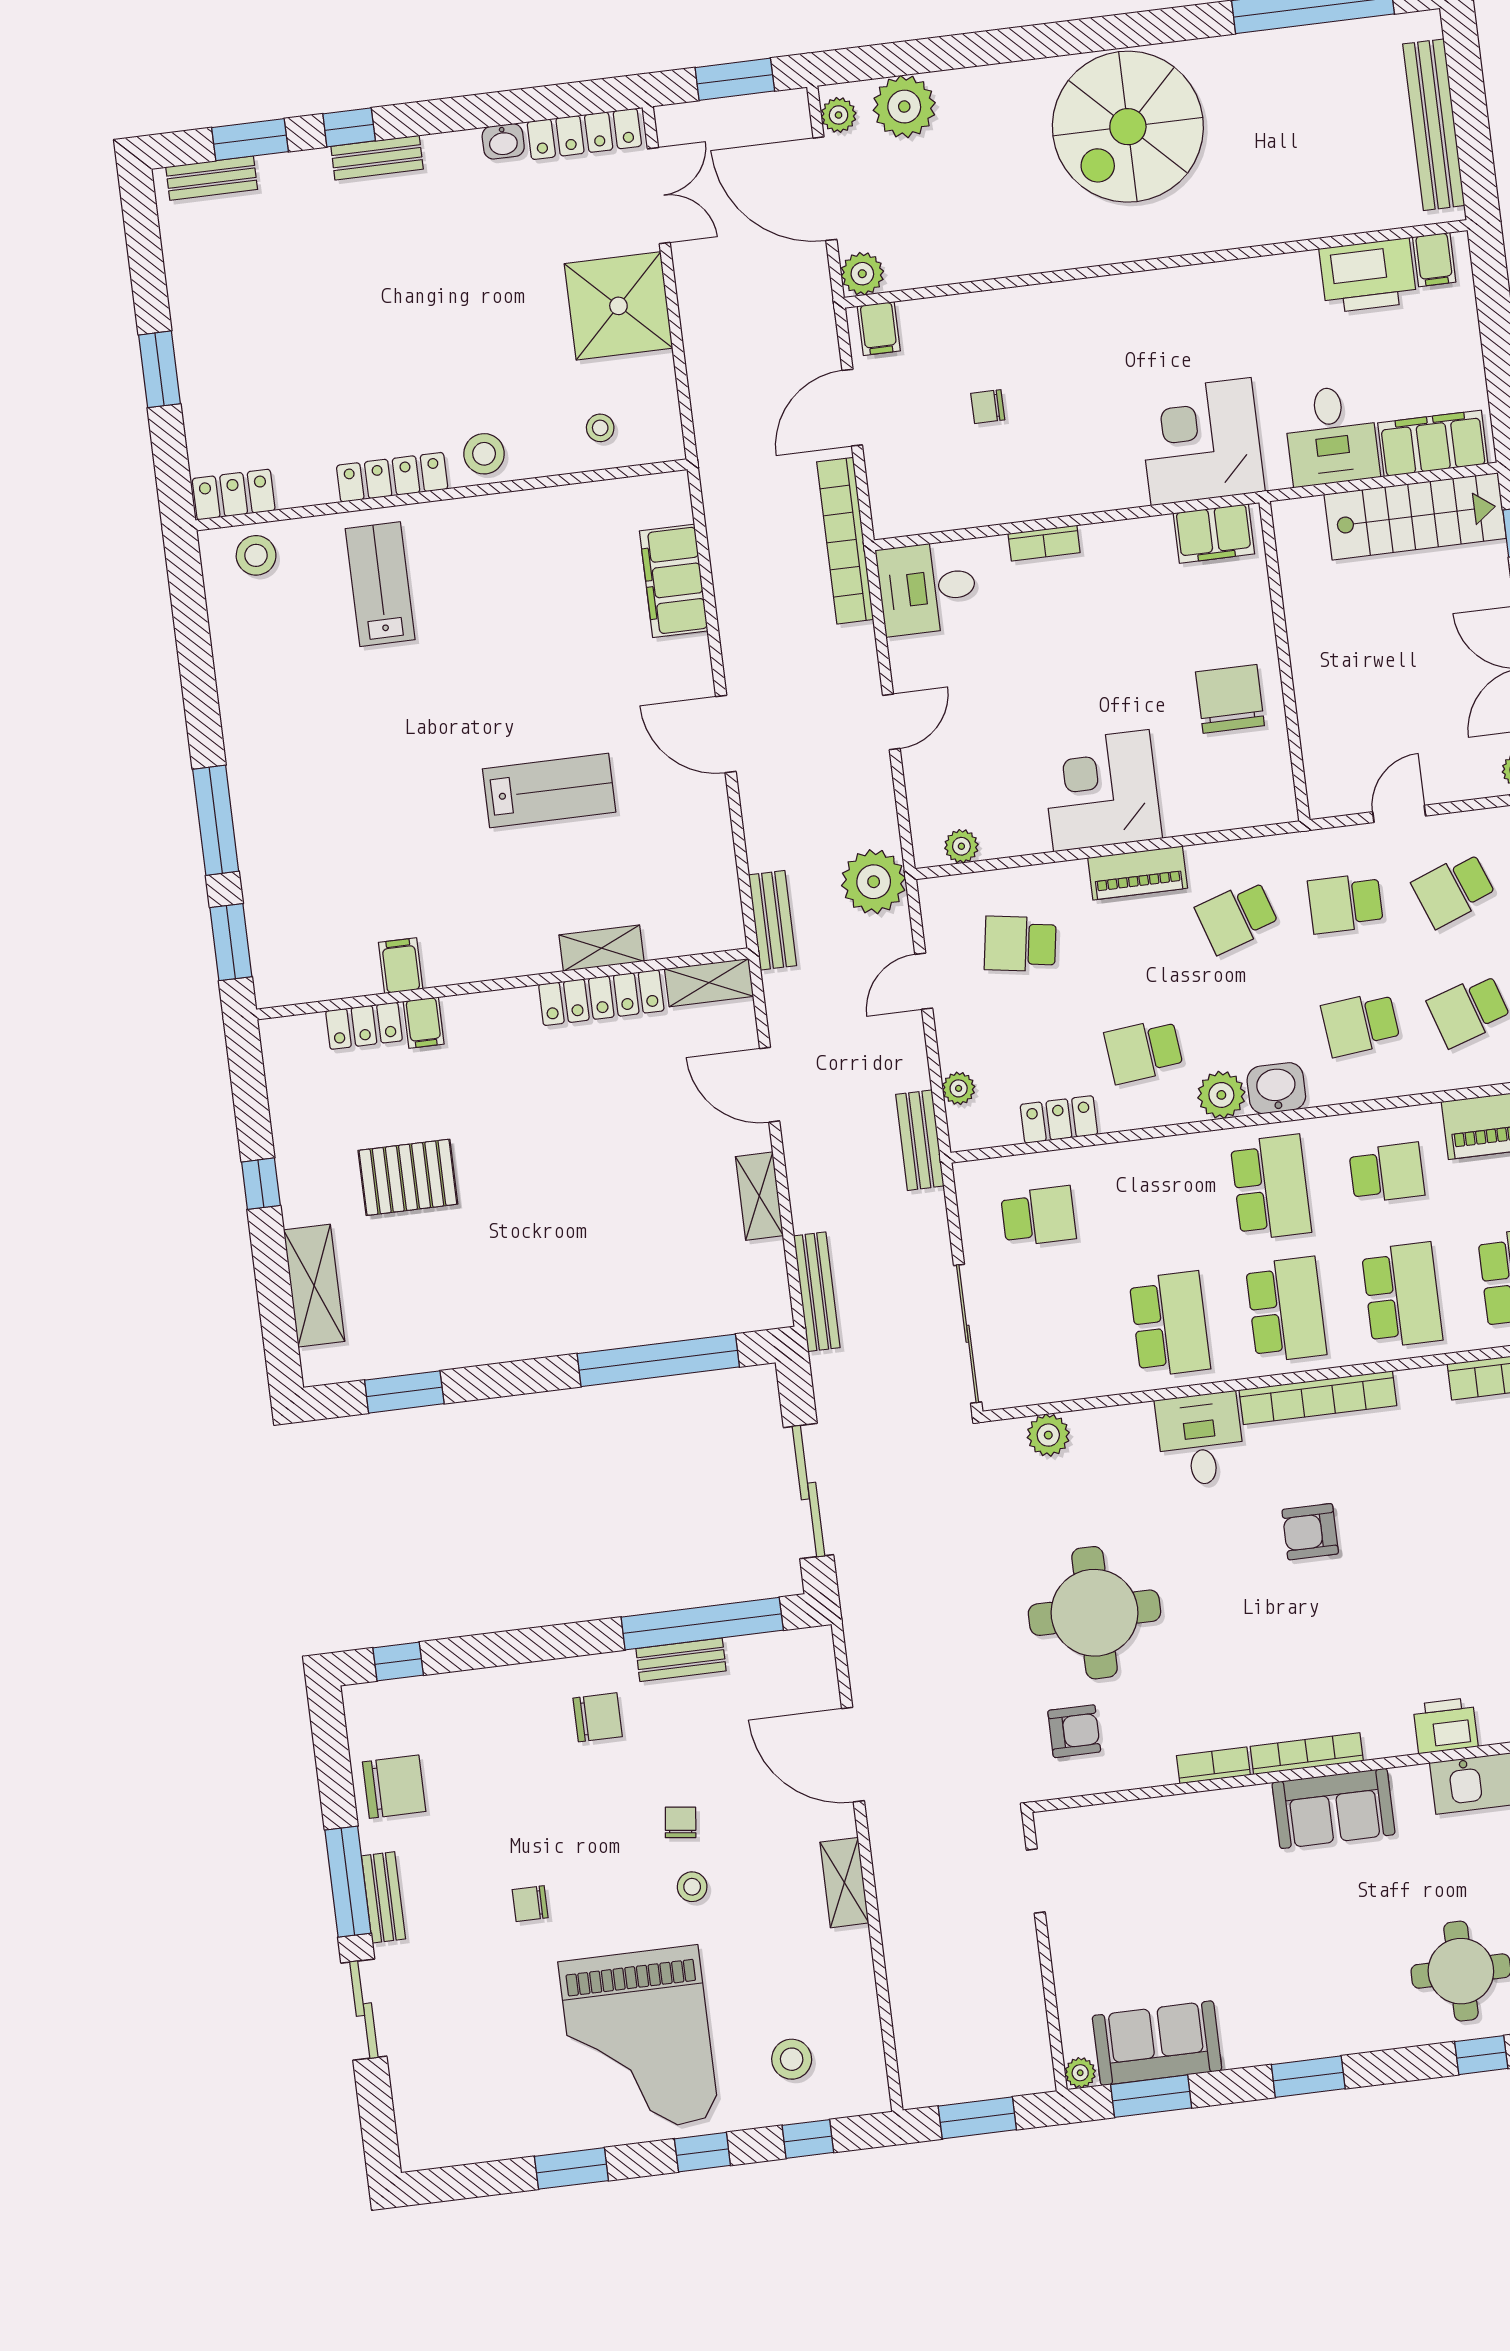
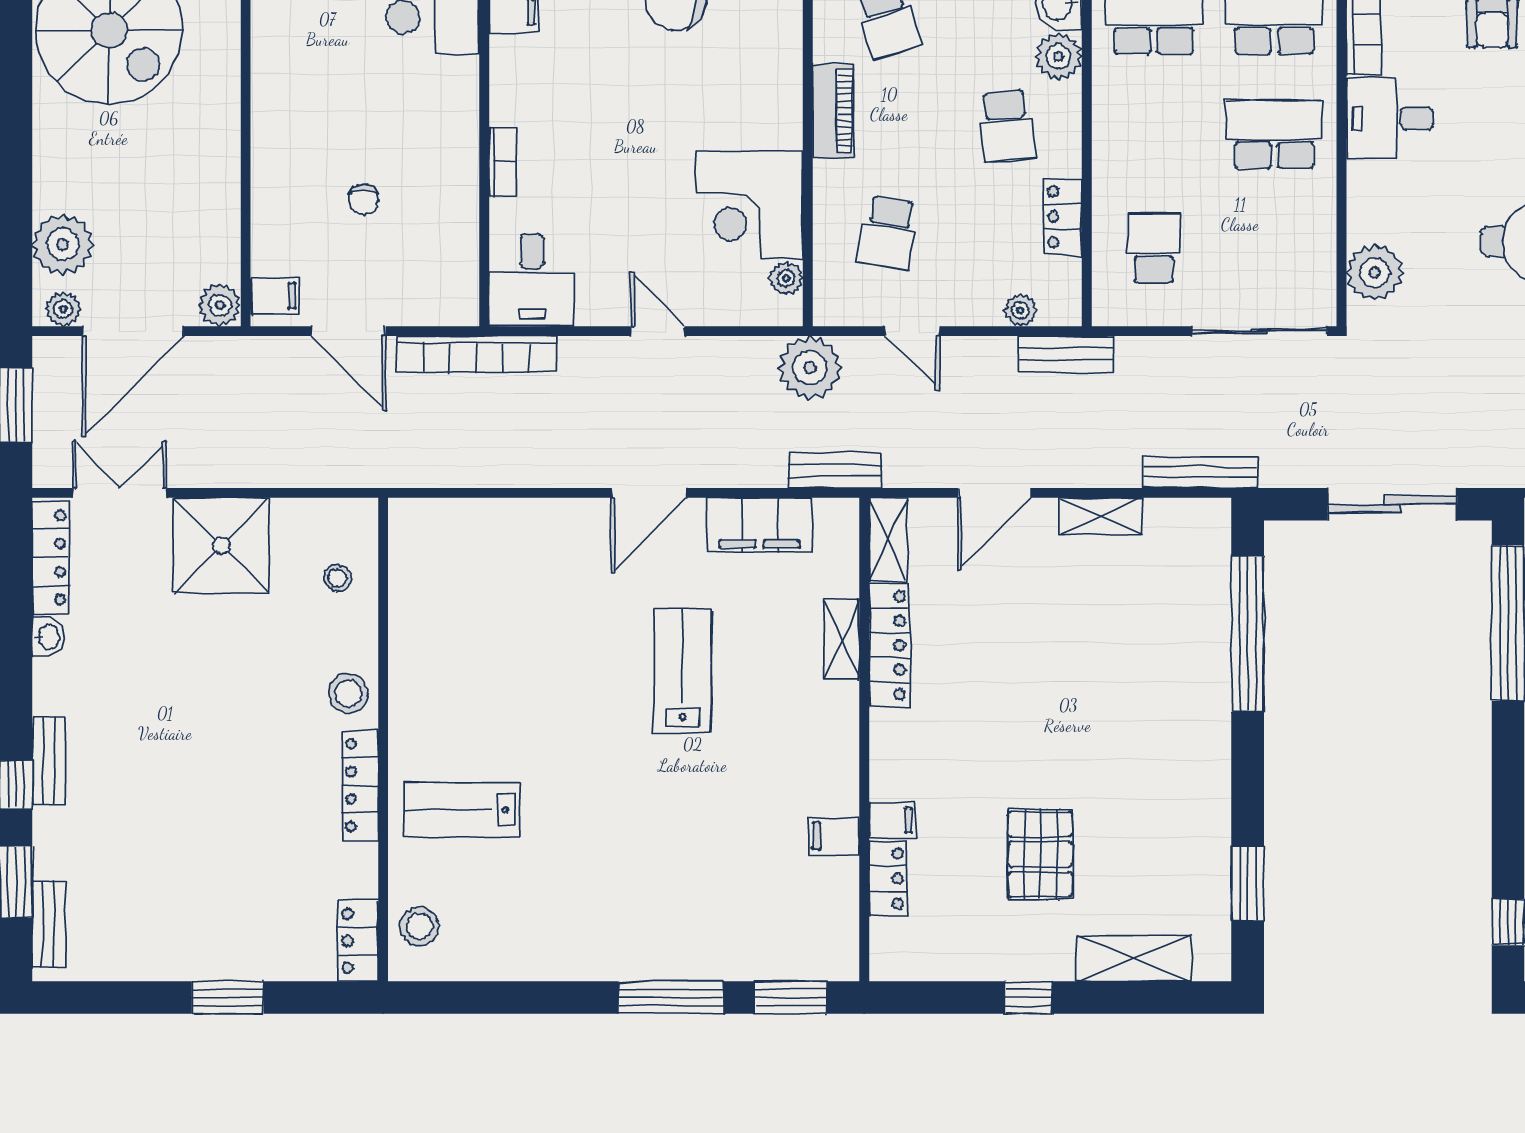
filing cabinet: (674, 581) -> (760, 525), moved
corner desk: (1101, 791) -> (749, 205), moved
plant: (1048, 1435) -> (1375, 273), width x1.36, depth x1.36

